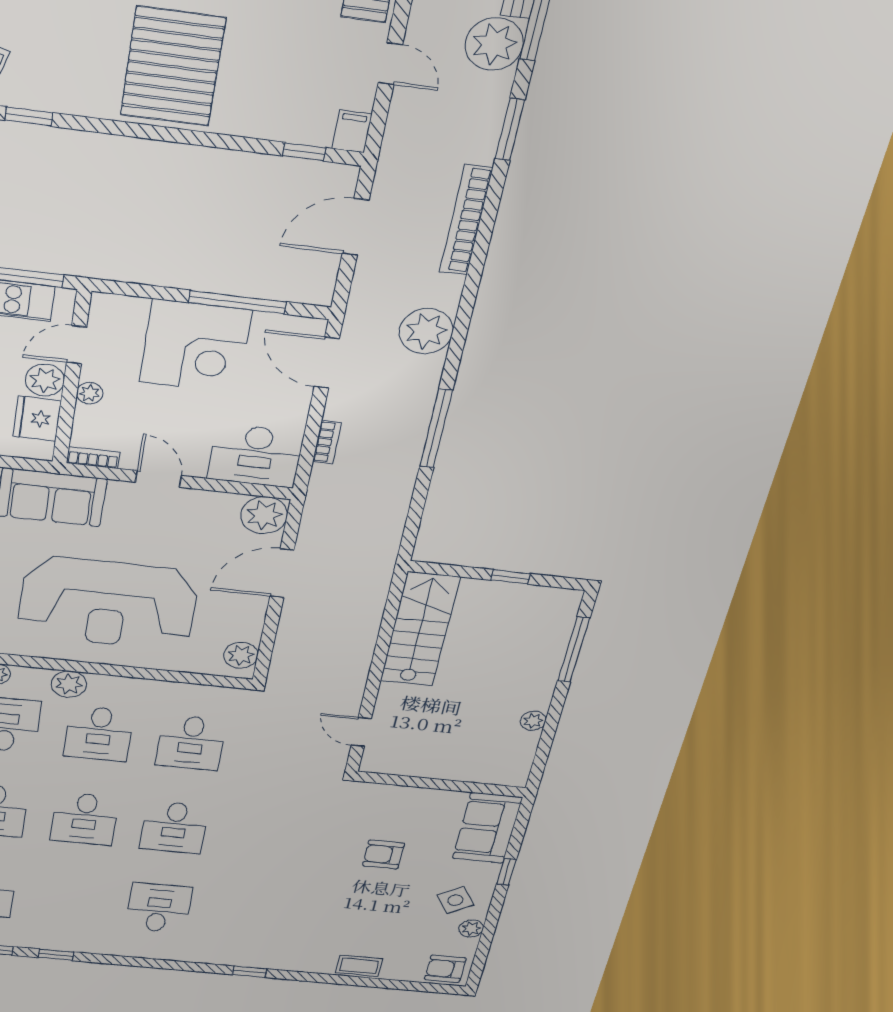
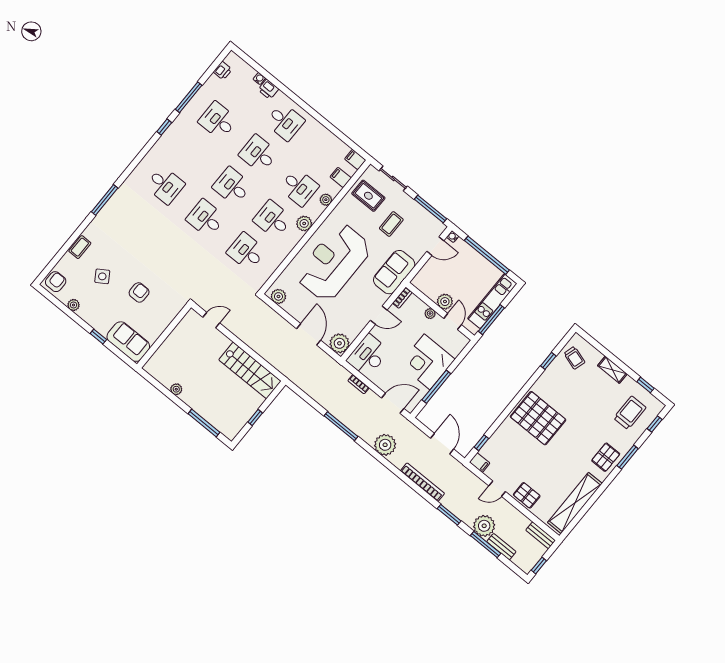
fridge: (37, 419) -> (431, 289), removed
side table: (455, 900) -> (102, 276), moved
window: (250, 972) -> (105, 200), width x2.17

